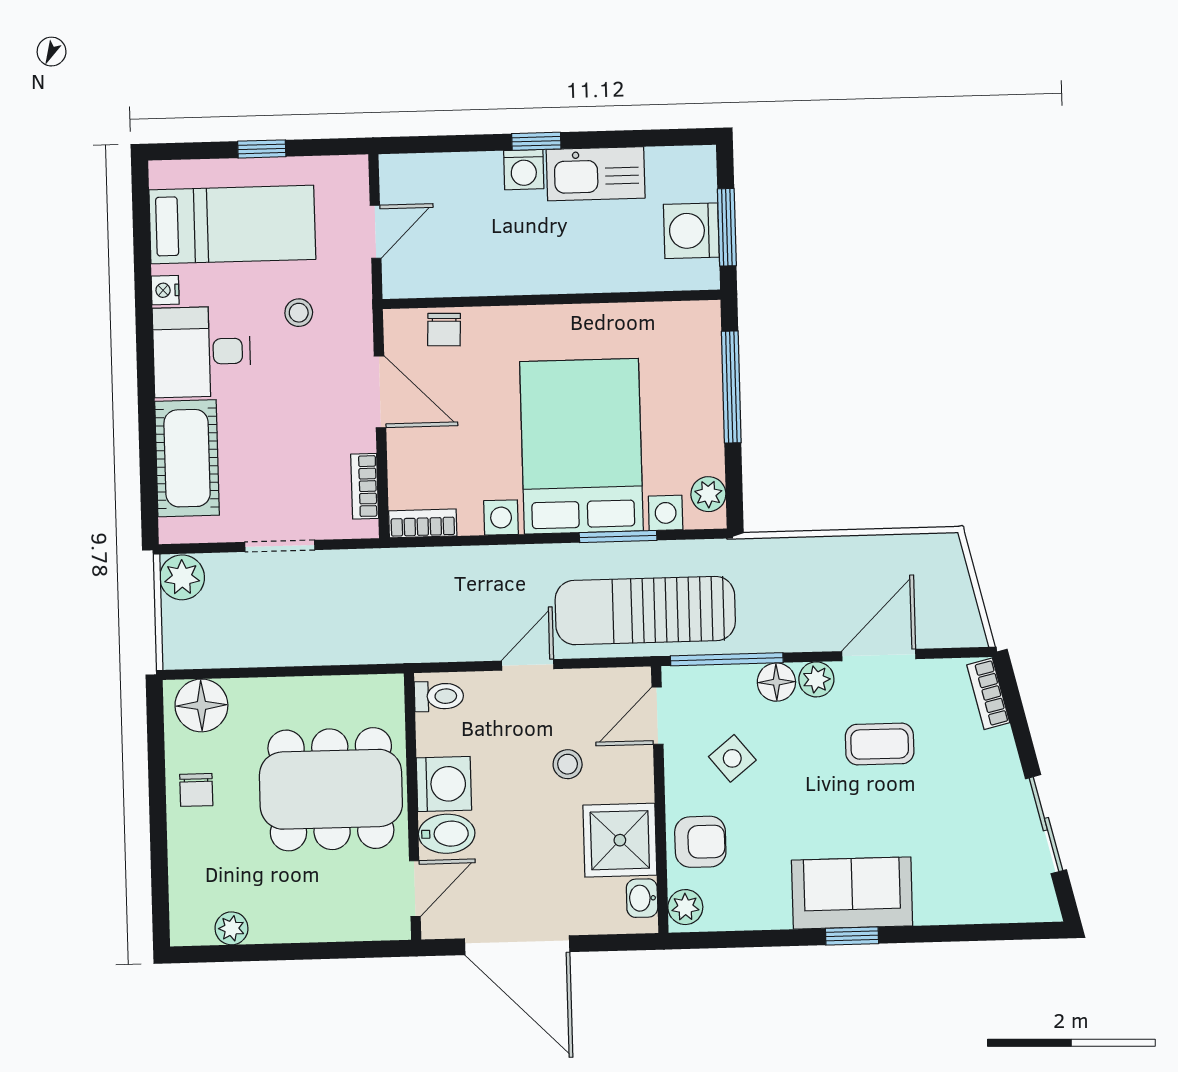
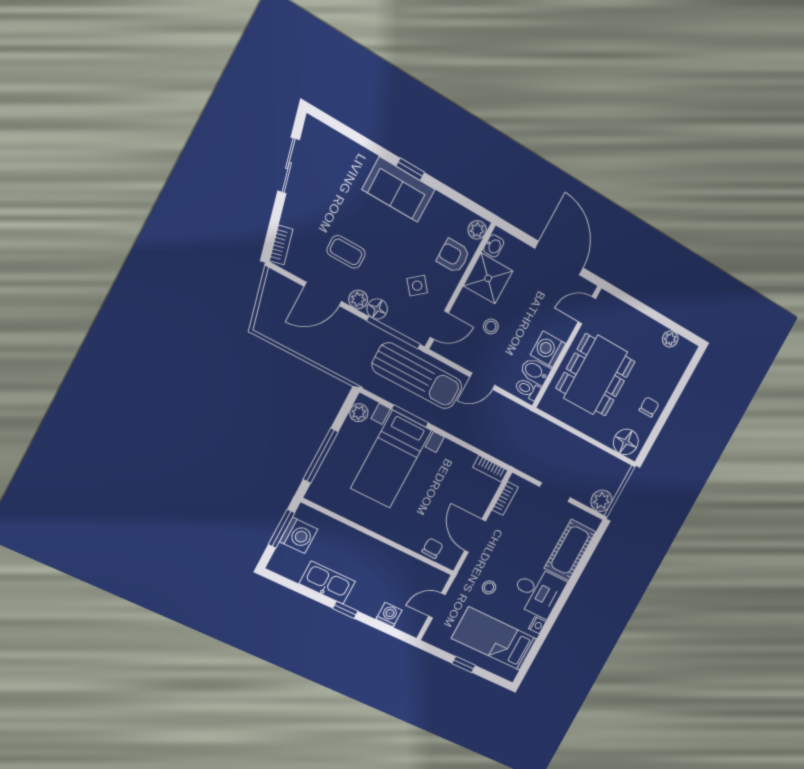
washing machine: (524, 170) -> (389, 615), moved
bed with nightstands: (581, 446) -> (391, 459), width x0.73
dining table: (331, 789) -> (596, 375), turned 90
bidet: (447, 834) -> (535, 371), moved

